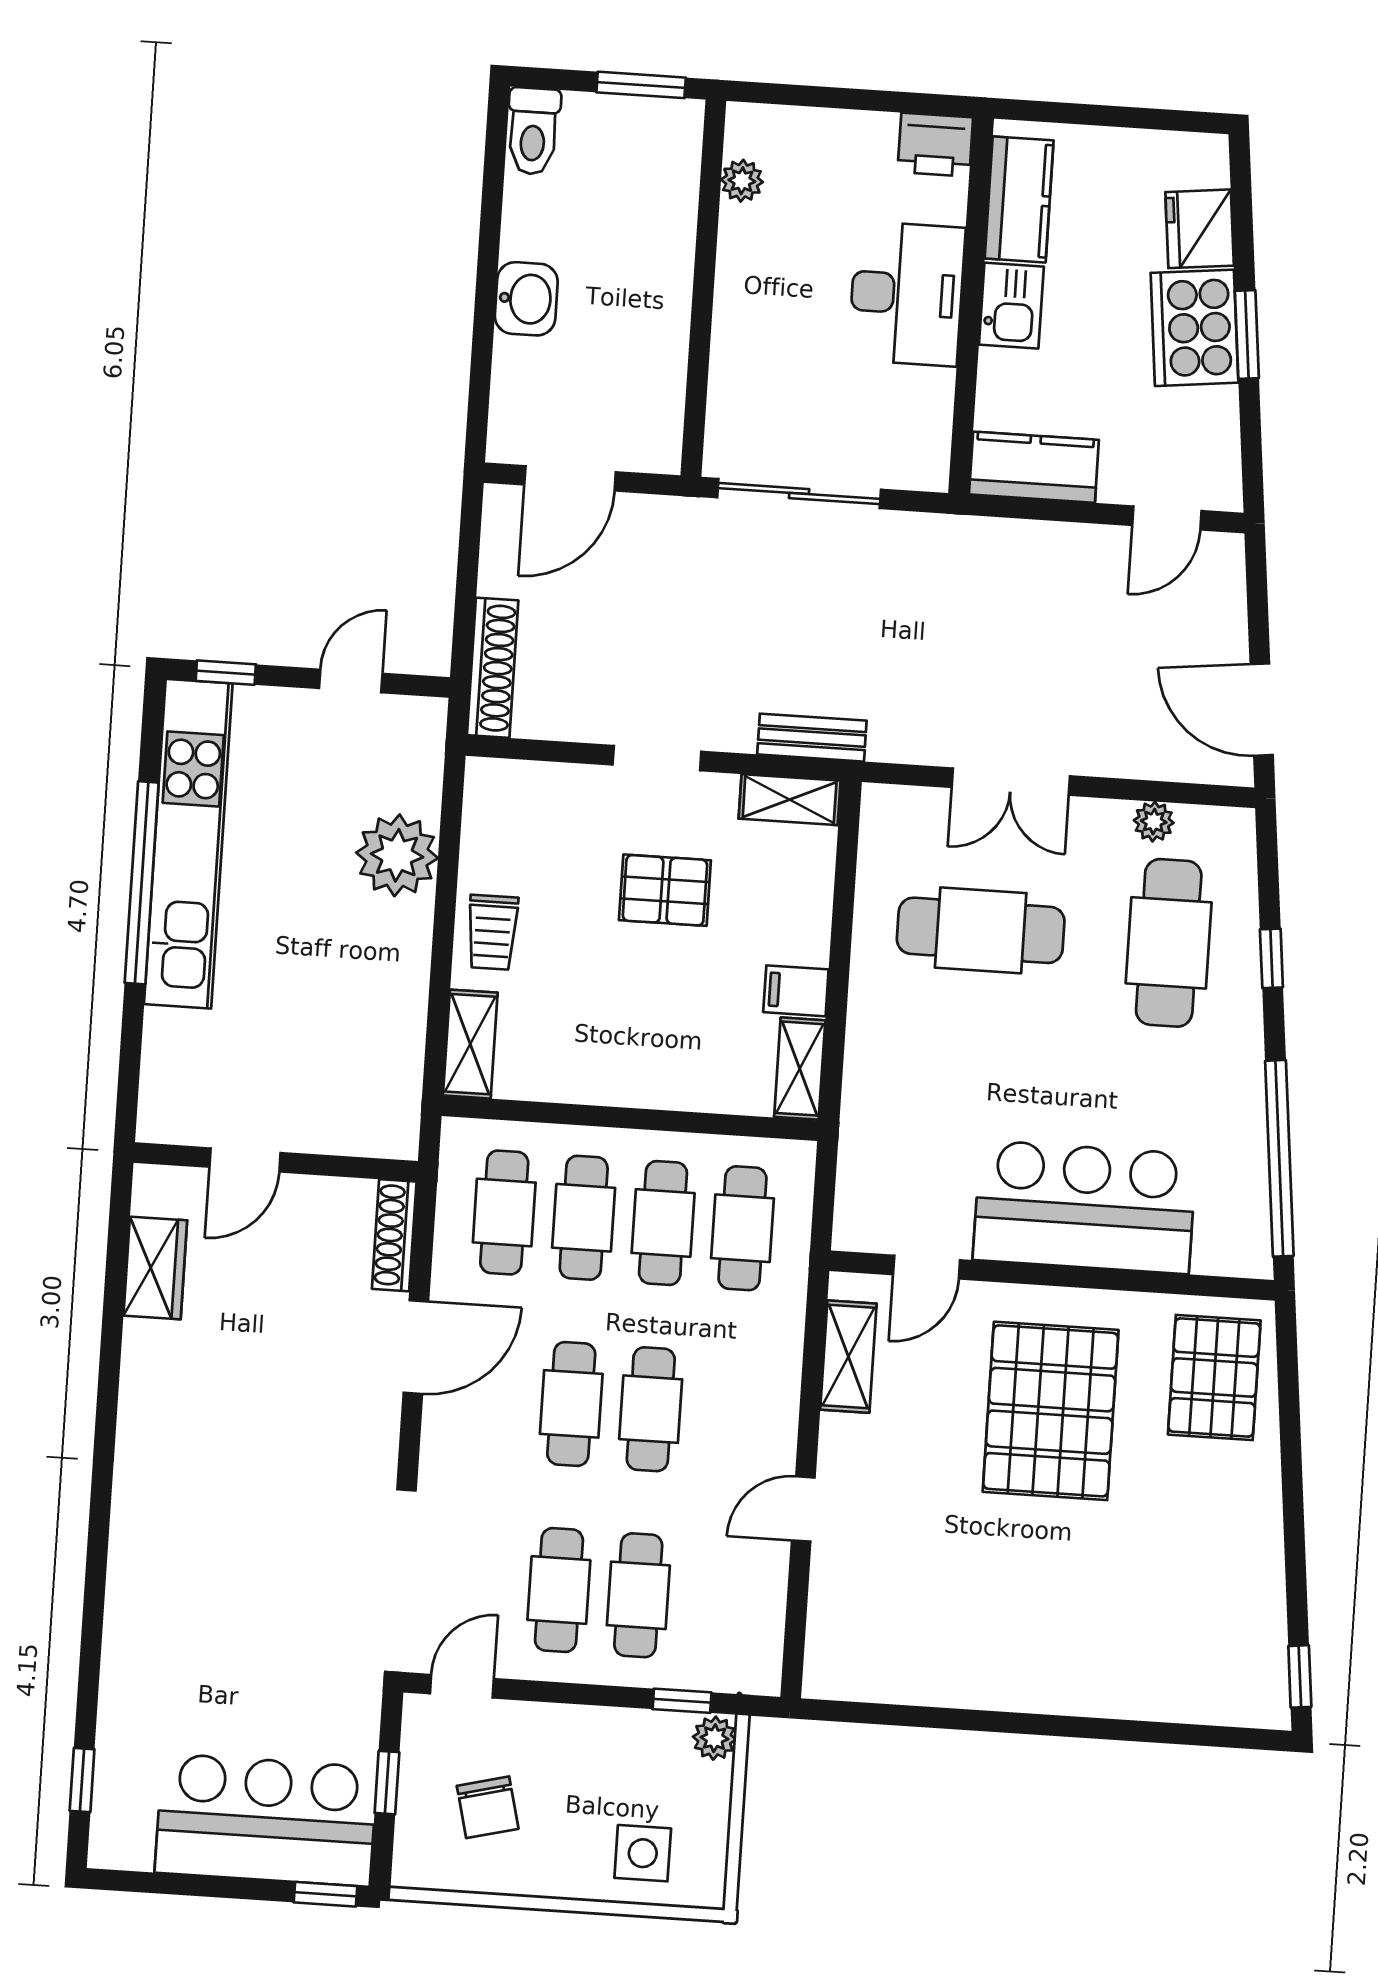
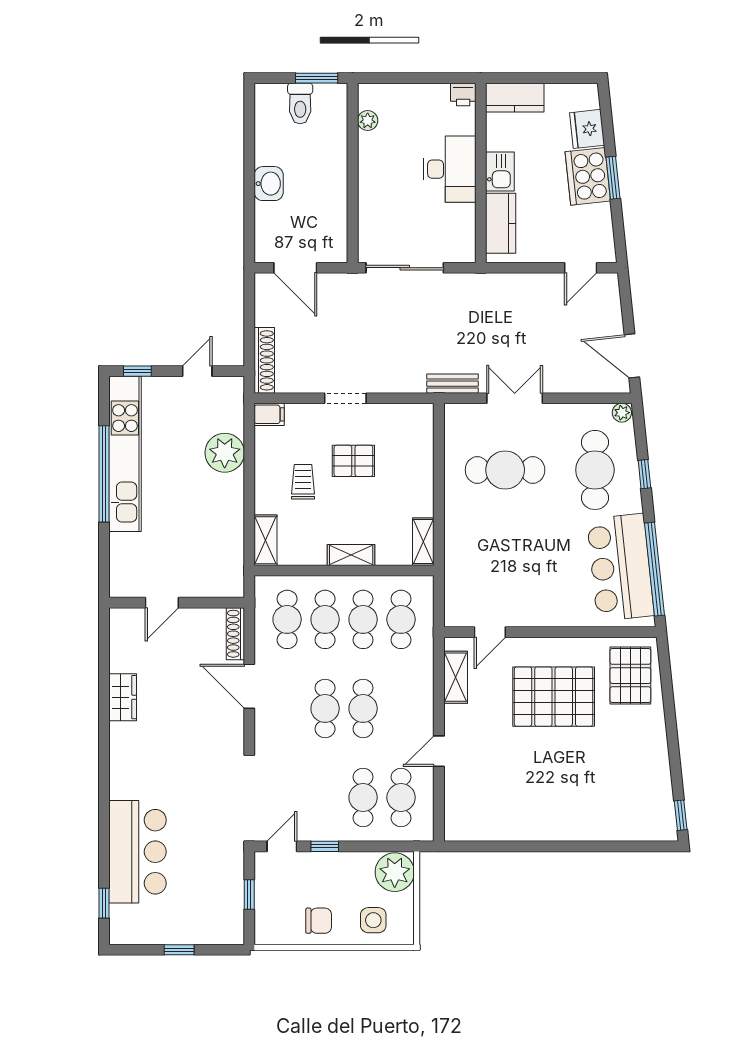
toilet: (533, 131) -> (300, 104), moved
printer: (935, 145) -> (463, 95), width x0.73, depth x0.81
kitchen counter: (1019, 199) -> (515, 98), moved, turned 90
kitchen counter: (1034, 467) -> (501, 223), moved, turned 90
door: (570, 478) -> (295, 268), hinge flipped
bench: (812, 738) -> (453, 384), moved
double door: (1011, 782) -> (515, 398), swing flipped
shelving: (790, 800) -> (351, 555), moved
plant: (1154, 822) -> (622, 413), moved
trolley: (492, 932) -> (303, 482), moved, turned 180
filing cabinet: (796, 991) -> (269, 414), moved, turned 180
bar counter: (1085, 1207) -> (620, 567), moved, turned -96
wardrobe: (155, 1268) -> (123, 697), moved
door: (416, 1347) -> (249, 686), swing flipped
pallet: (1051, 1411) -> (554, 697), turned 90
cafe table: (559, 1590) -> (401, 797), moved
window: (682, 1701) -> (325, 846), moved
plant: (714, 1738) -> (395, 872), width x1.88, depth x1.88
chair: (488, 1807) -> (319, 921), moved, turned -76
bar counter: (266, 1820) -> (137, 852), moved, turned 90
window: (325, 1894) -> (179, 950), moved

